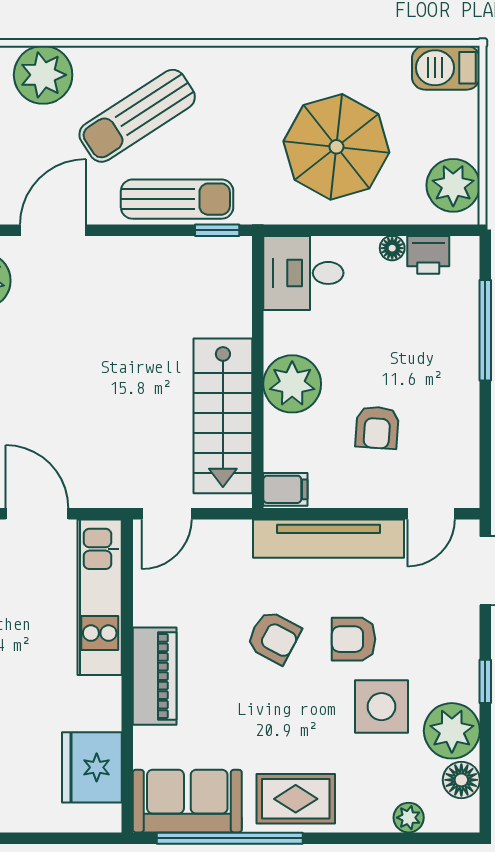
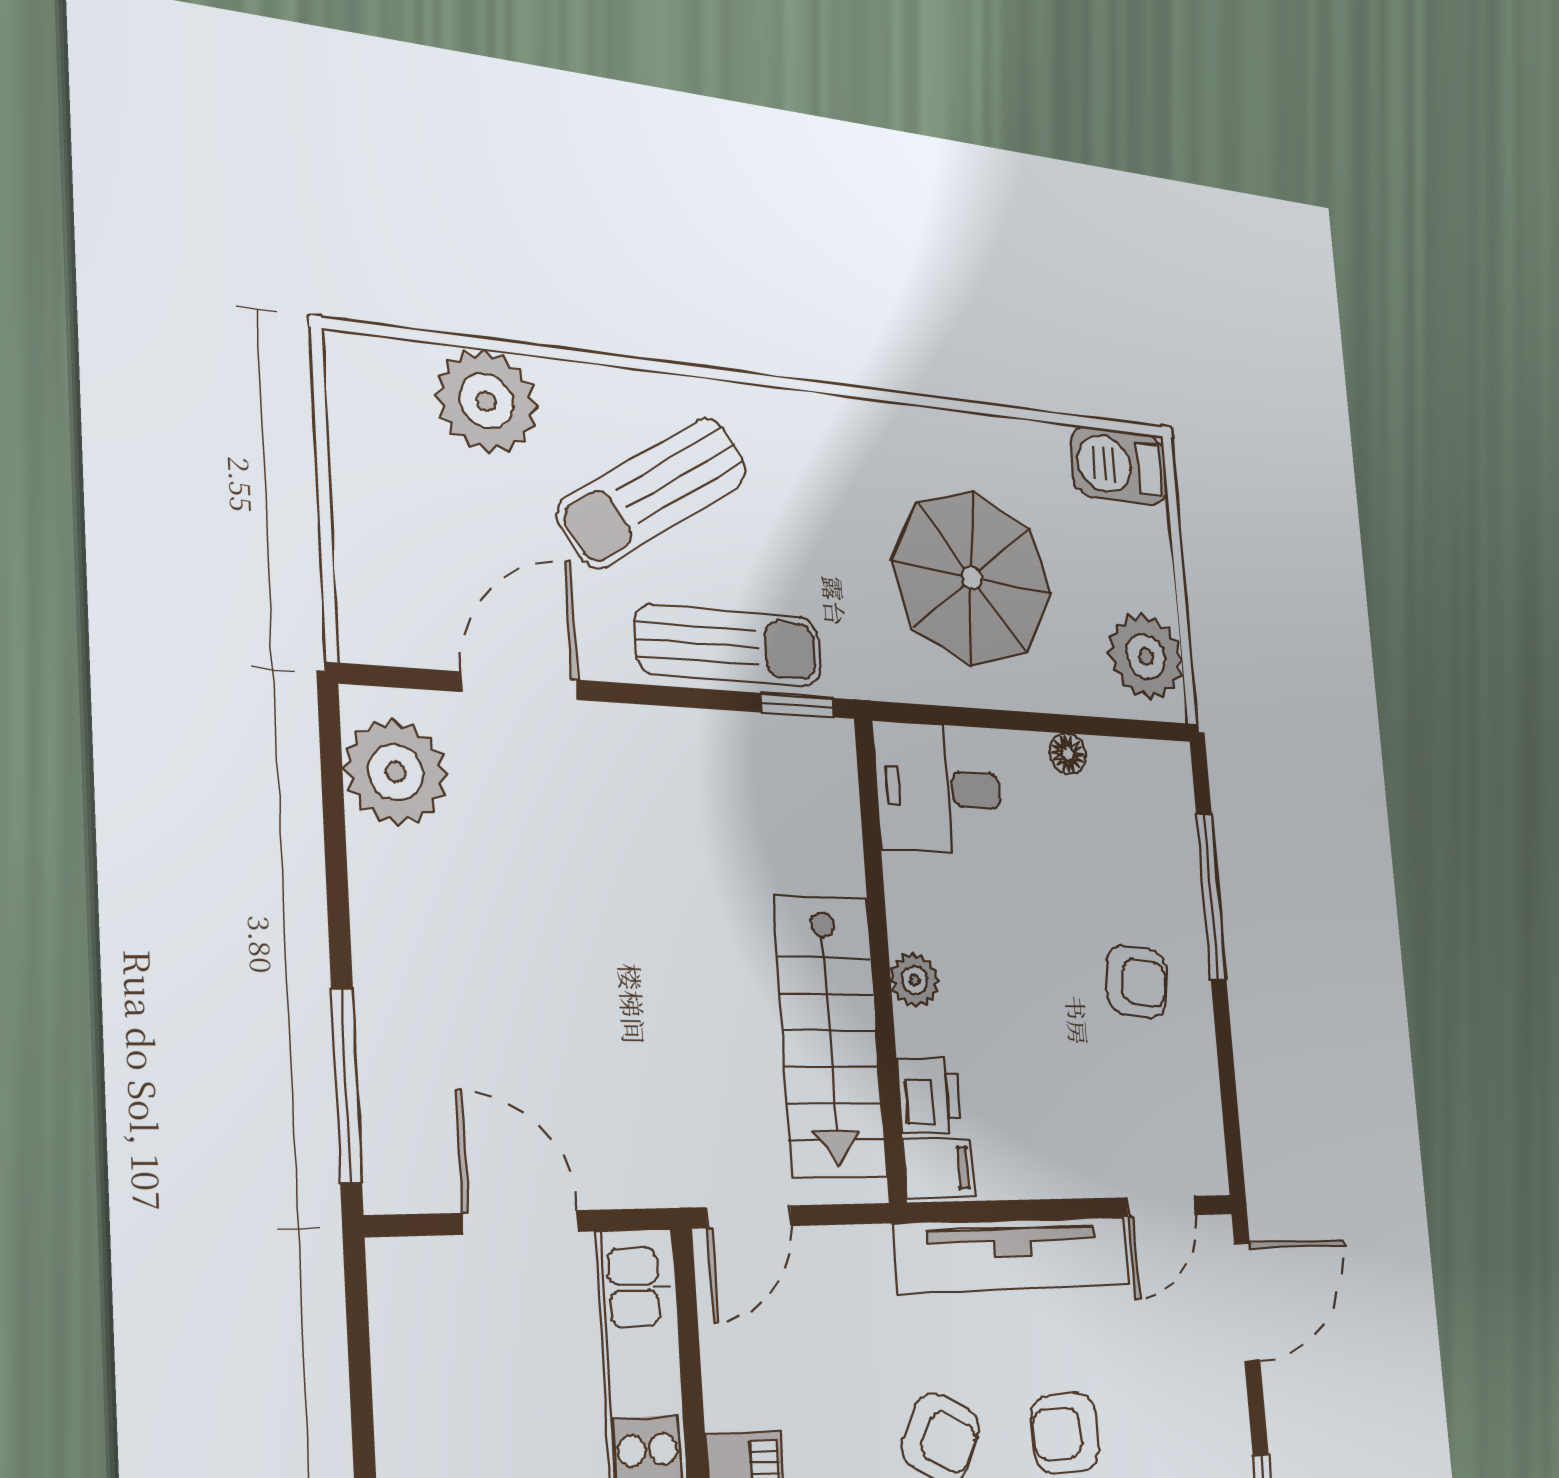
printer: (428, 255) -> (929, 1096), moved, turned -90
plant: (292, 384) -> (915, 980), width x0.53, depth x0.53
armchair: (377, 427) -> (1136, 982), moved, turned -87

